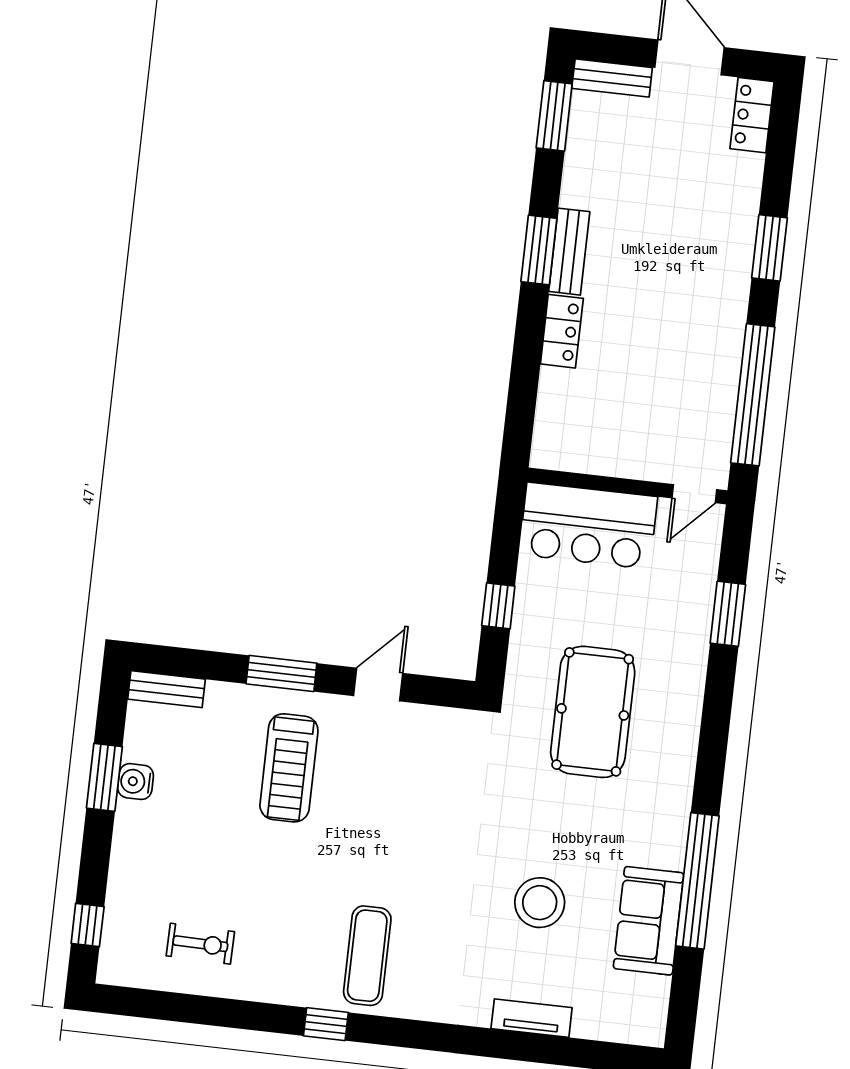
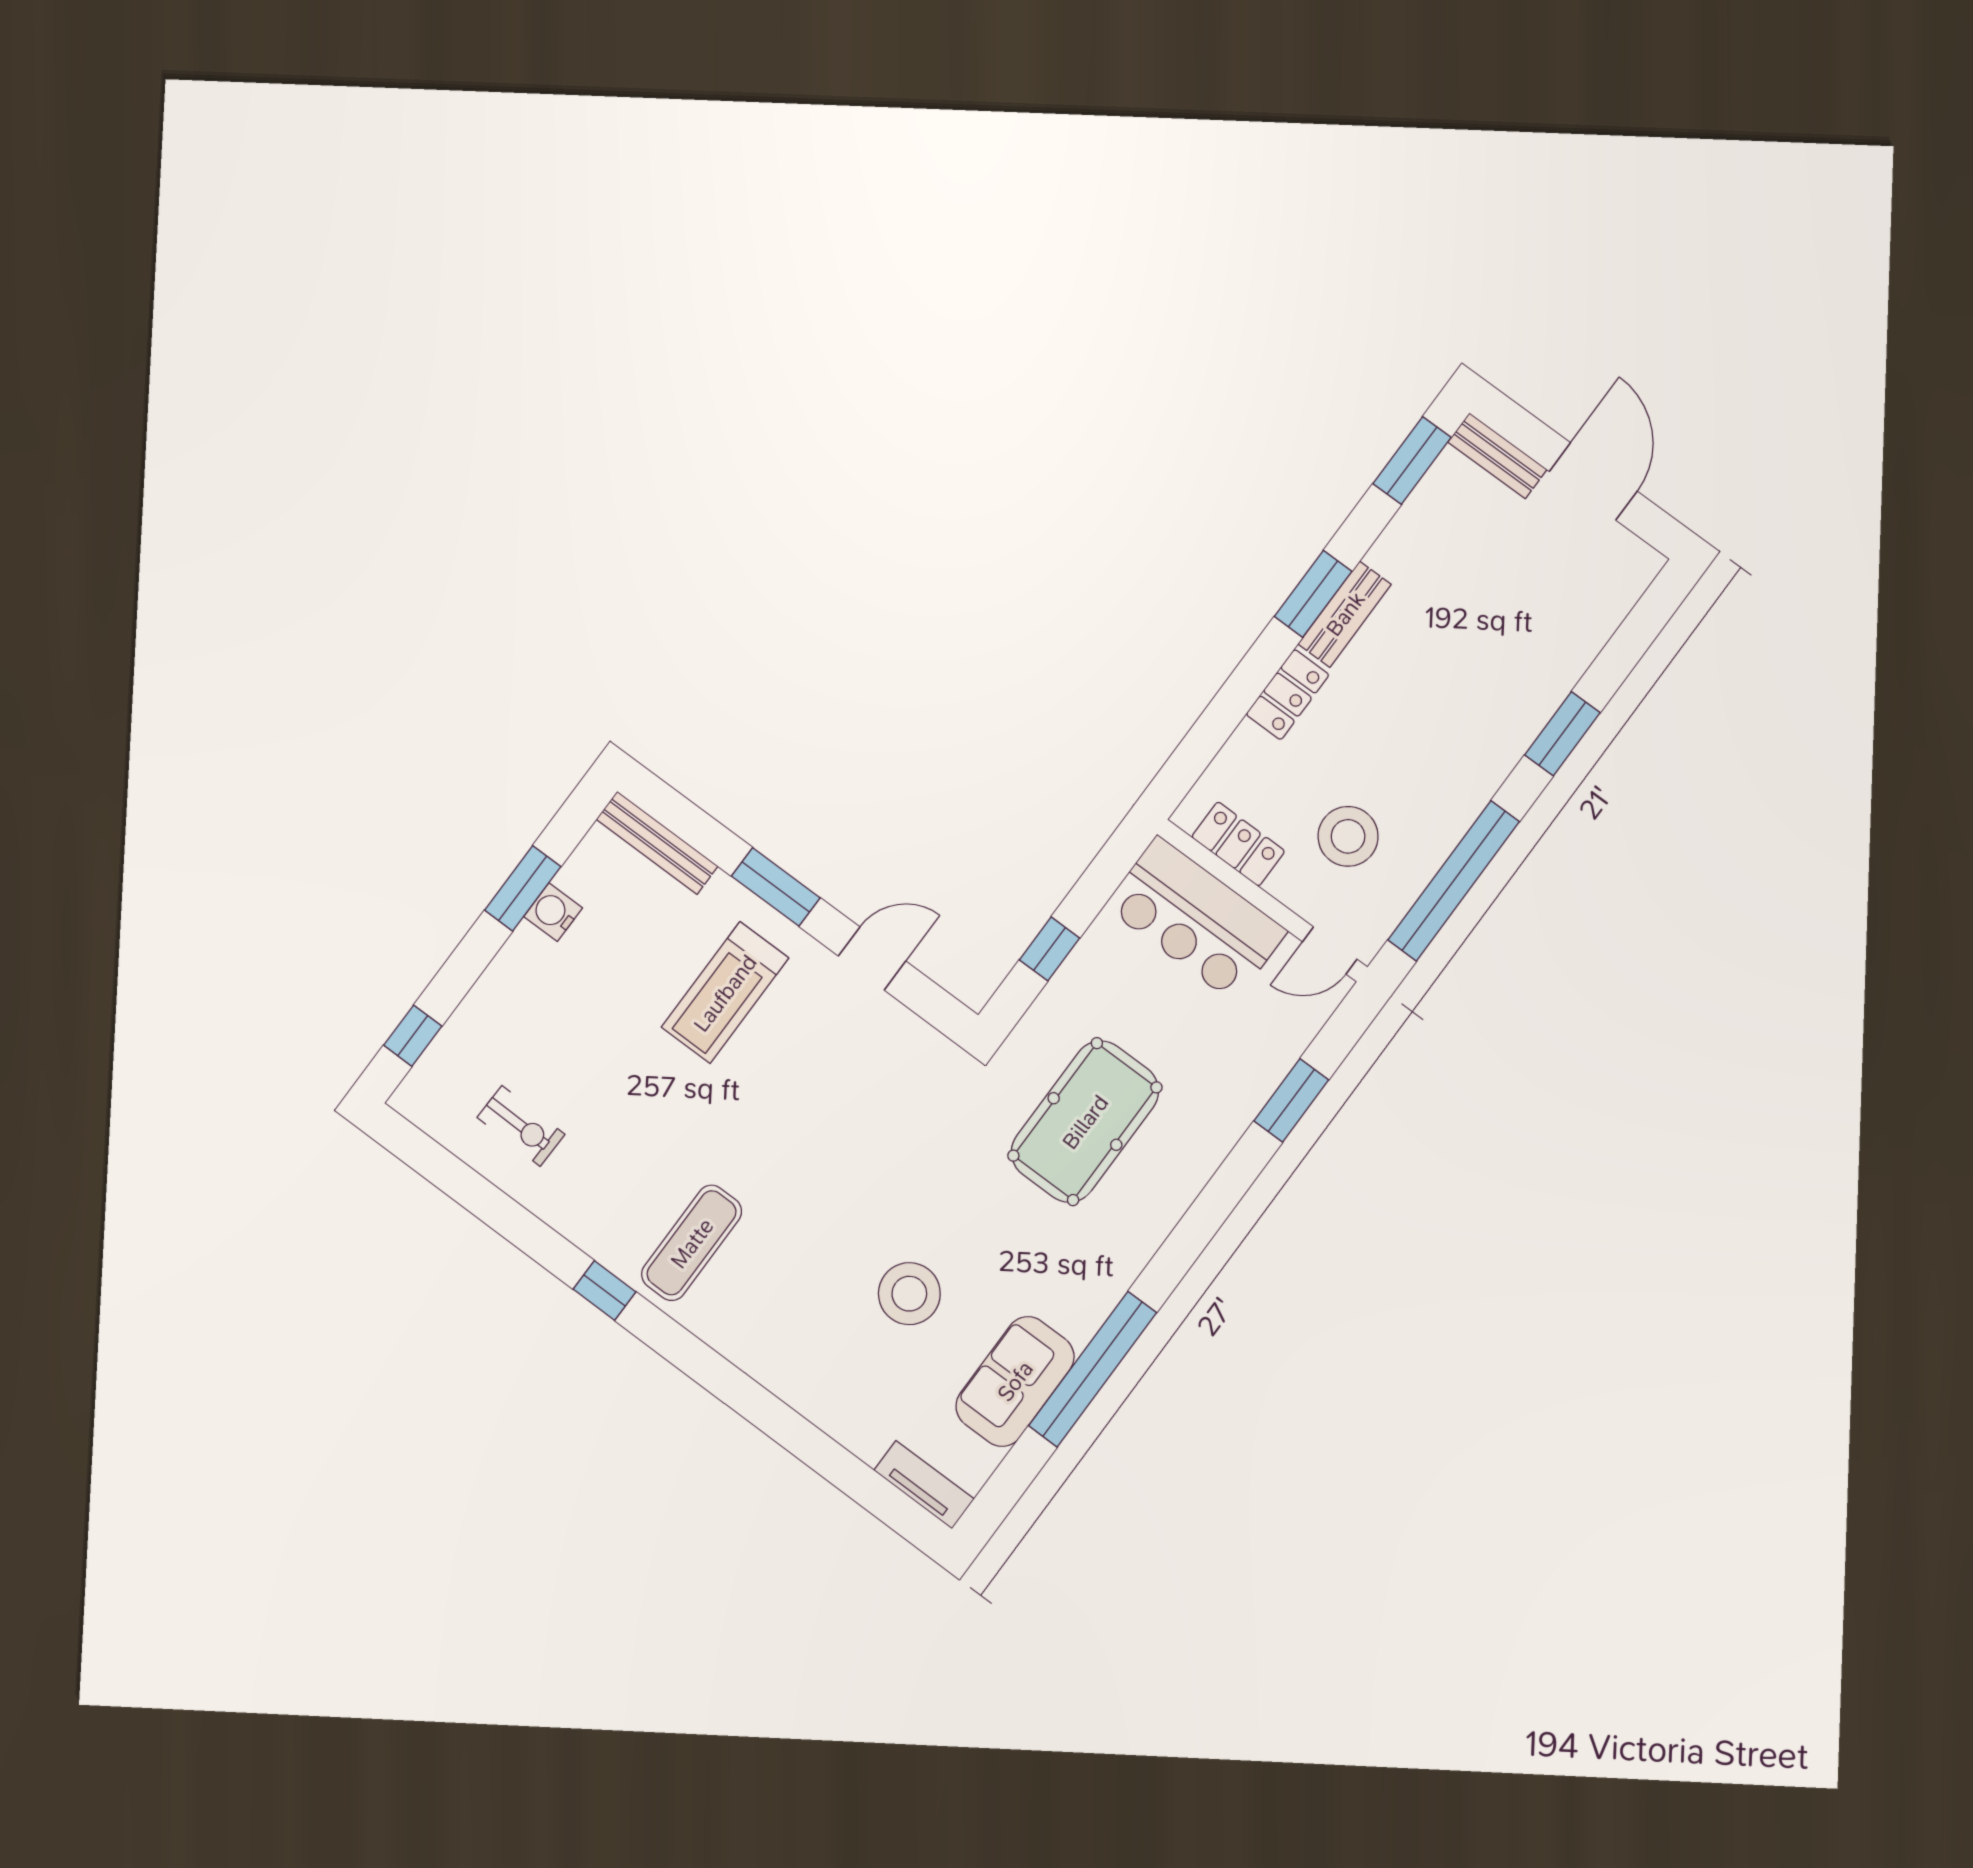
locker: (752, 115) -> (1238, 844), moved, turned 90
stool: (661, 406) -> (1348, 836), added
bench: (167, 689) -> (657, 843), width x1.36
tv unit: (532, 1018) -> (924, 1485), moved

